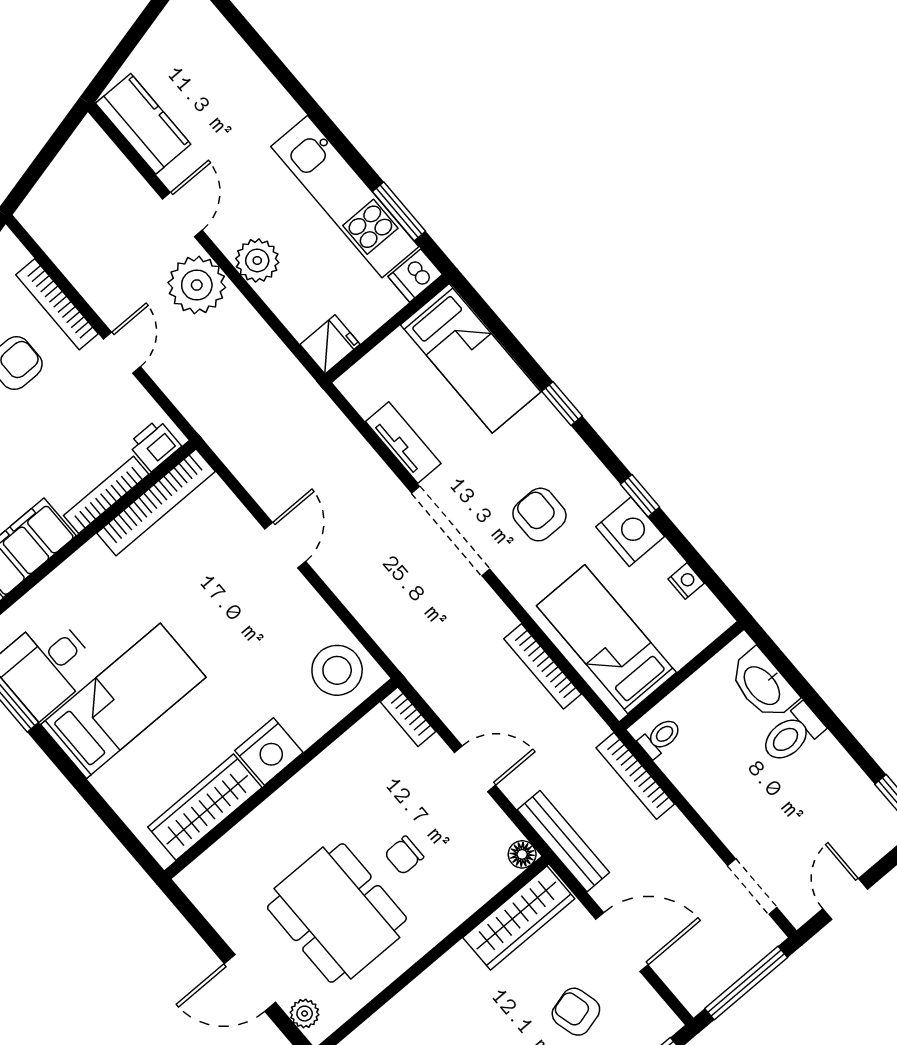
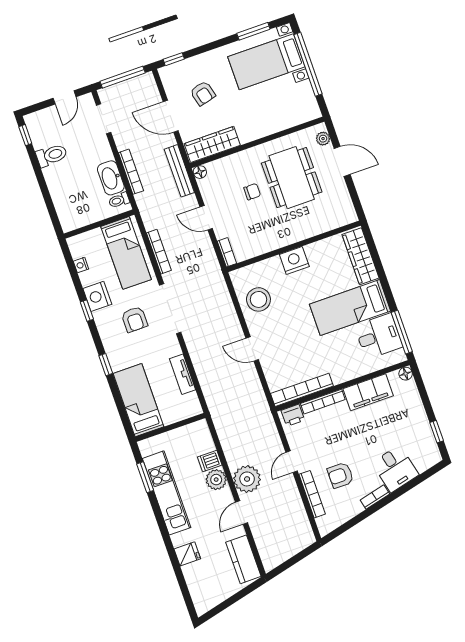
dishwasher: (415, 276) -> (210, 461), moved, turned 180
fridge: (330, 344) -> (187, 554), moved, turned 180
doorway: (451, 531) -> (170, 309), moved
door: (285, 545) -> (252, 349), hinge flipped
stool: (337, 670) -> (258, 299), moved
washbasin: (763, 685) -> (111, 178), moved, turned 180
toilet: (792, 734) -> (52, 155), moved
bookcase: (635, 776) -> (131, 172), moved
wardrobe: (205, 807) -> (361, 256), moved, turned 90

